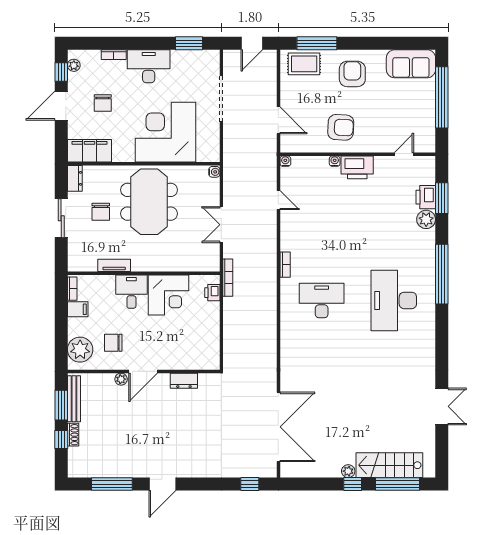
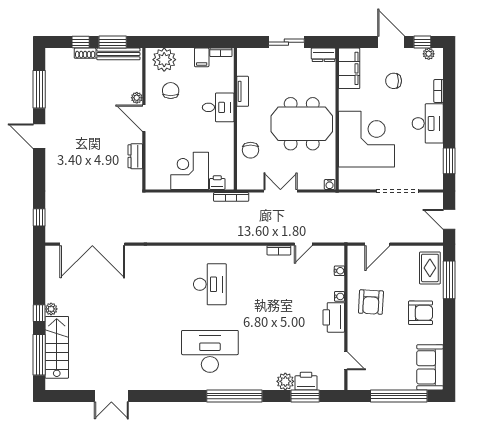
water cooler: (285, 161) -> (339, 271), moved
chair: (101, 212) -> (251, 150), moved, turned -90
bookcase: (285, 265) -> (279, 250), moved
corner desk: (168, 295) -> (190, 171), moved, turned 90

